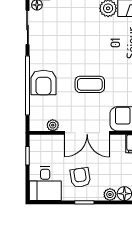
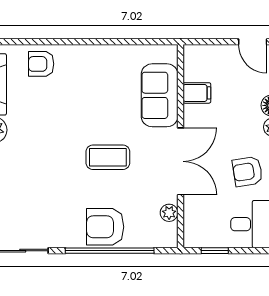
armchair: (43, 83) -> (105, 227), turned 180
coffee table: (90, 84) -> (108, 157), turned 90

